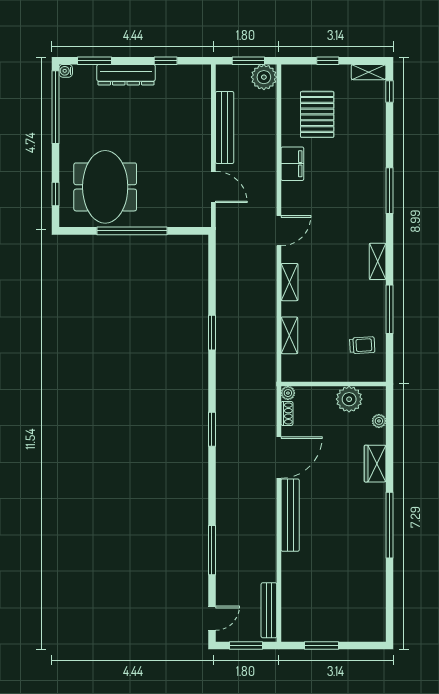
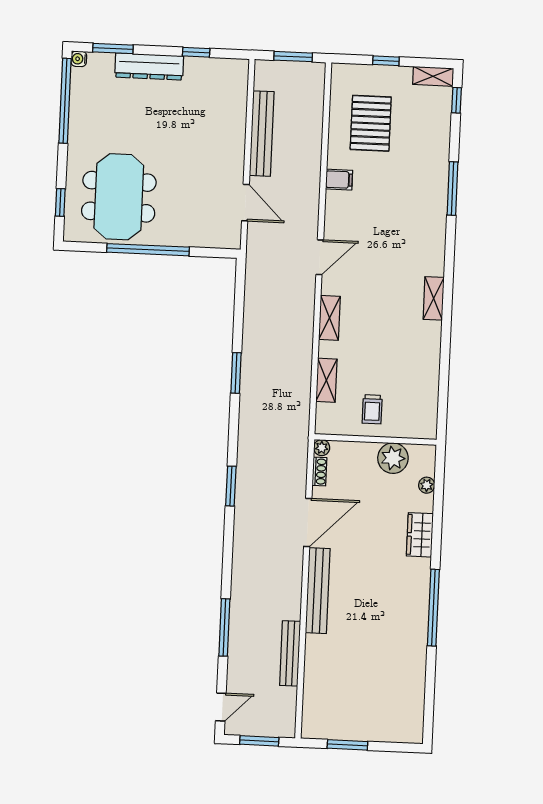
plant: (264, 77) -> (310, 77), removed
filing cabinet: (292, 164) -> (339, 180), width x0.50
window: (389, 191) -> (453, 188), moved
window: (389, 309) -> (445, 355), removed
trolley: (362, 345) -> (372, 409), moved, turned 93
bench: (269, 610) -> (290, 653), moved

